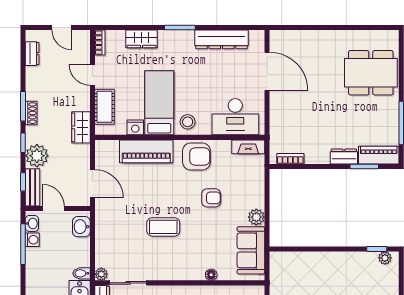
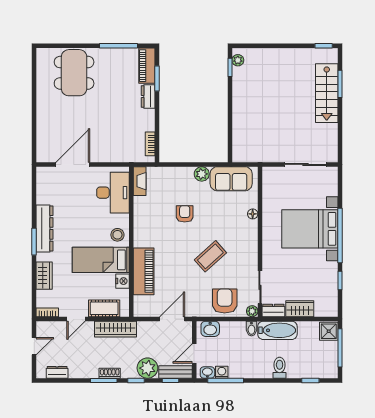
dresser: (222, 39) -> (45, 228), moved
wardrobe: (81, 127) -> (115, 329), width x1.50
armchair: (196, 156) -> (225, 301), moved
coffee table: (163, 227) -> (210, 256), turned 48

